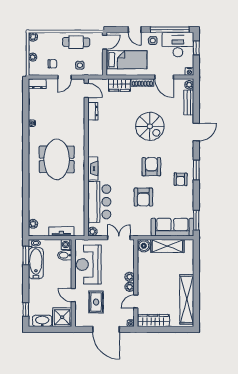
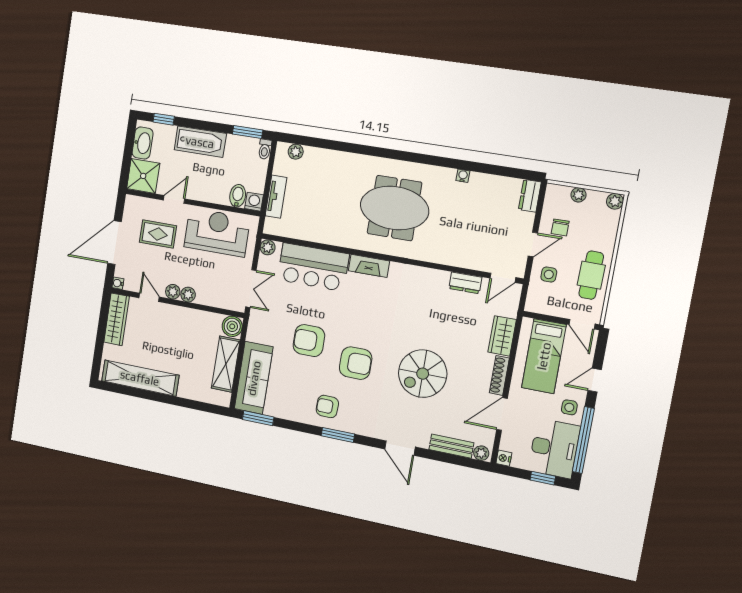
door: (64, 77) -> (533, 244), swing flipped
bathtub: (36, 263) -> (200, 142), moved

